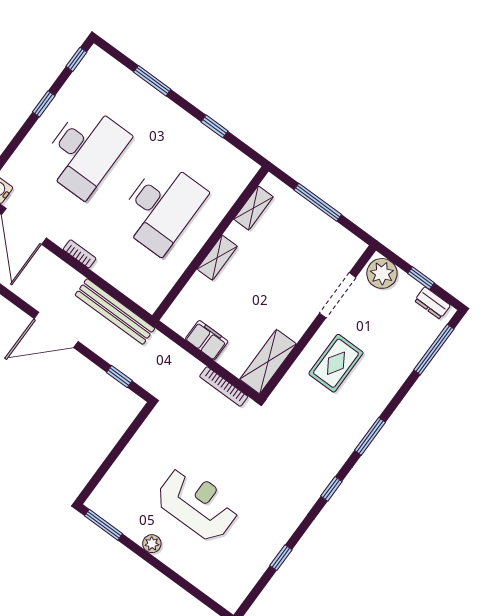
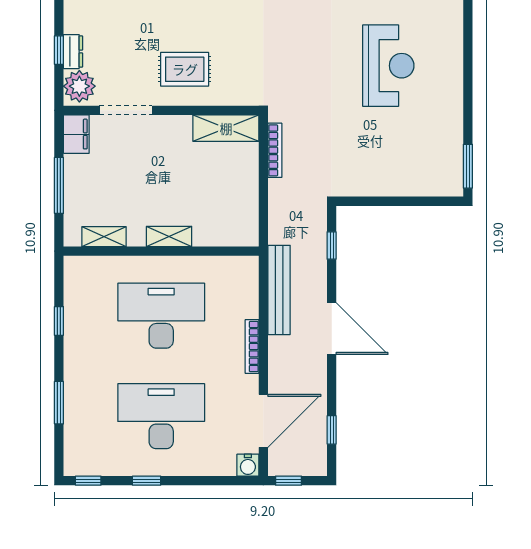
bookcase: (80, 254) -> (252, 347), width x1.56
dresser: (432, 303) -> (73, 52), moved
filing cabinet: (207, 340) -> (76, 134), moved, turned 180
reception desk: (197, 504) -> (388, 66), moved, turned 180
plant: (152, 544) -> (454, 113), removed

